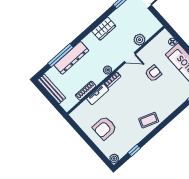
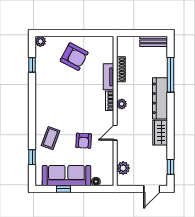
plant: (139, 40) -> (123, 168), moved
dresser: (71, 58) -> (160, 98), moved
bench: (52, 89) -> (154, 41), width x0.73
coffee table: (149, 120) -> (51, 138), moved
armchair: (105, 128) -> (74, 57), turned 118

